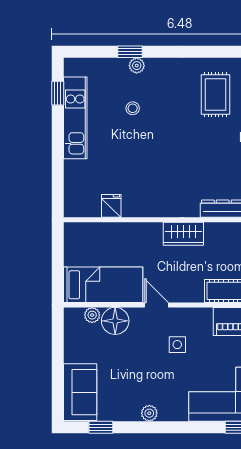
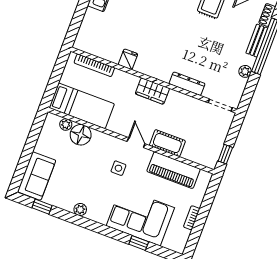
fridge: (111, 206) -> (128, 59), moved
bookcase: (100, 229) -> (94, 65), added
door: (157, 305) -> (136, 143), moved

